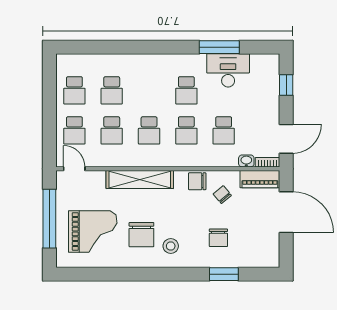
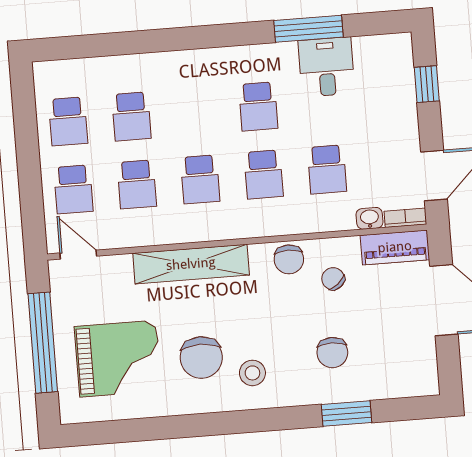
desk: (228, 70) -> (326, 67), width x0.73
chair: (197, 181) -> (289, 259), turned -90

